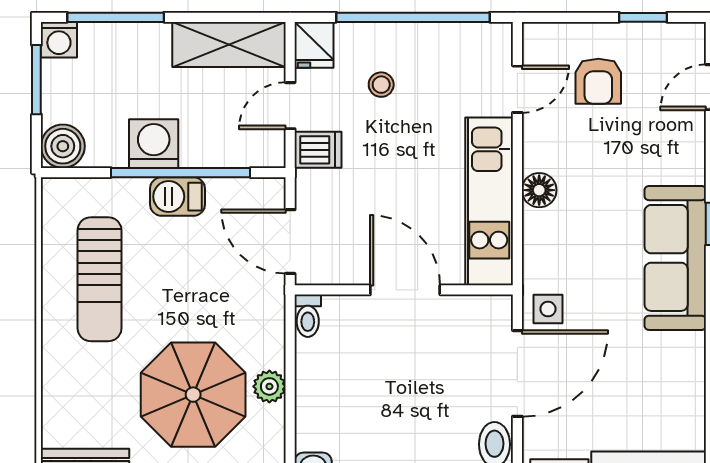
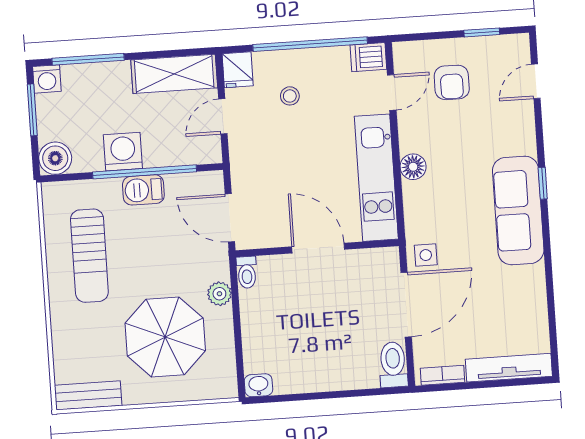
dishwasher: (318, 150) -> (368, 57), moved, turned 180
plant: (269, 386) -> (219, 294), moved

